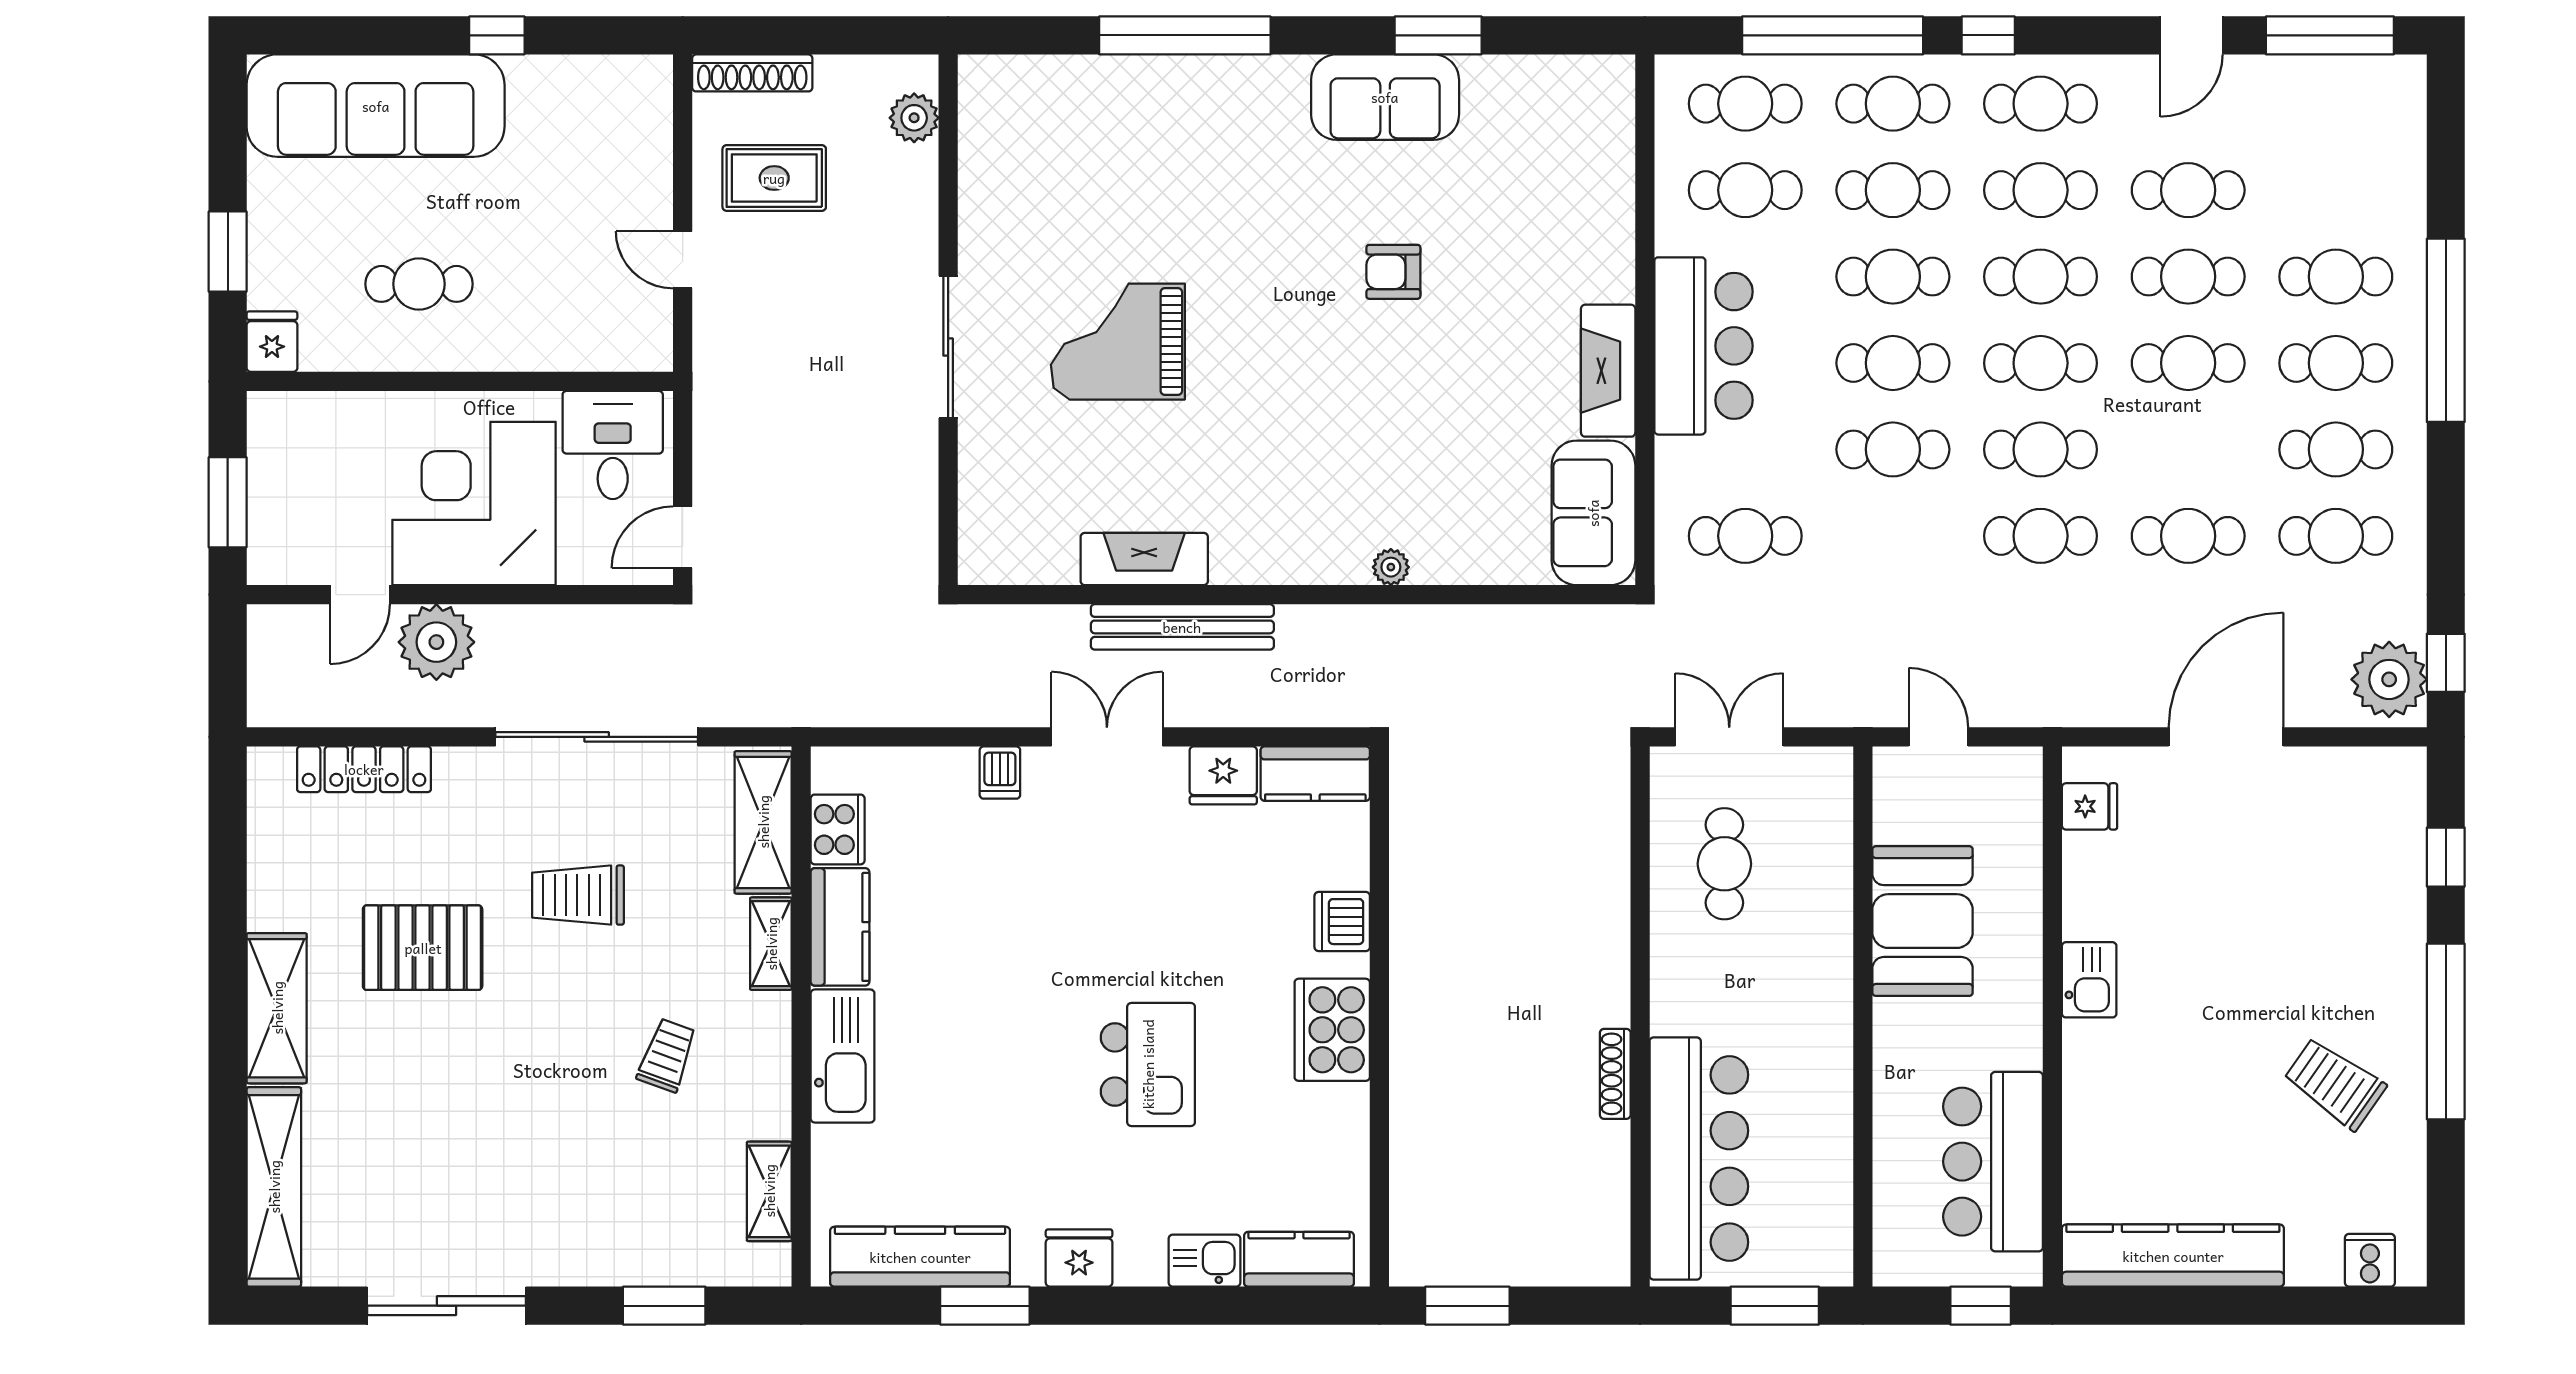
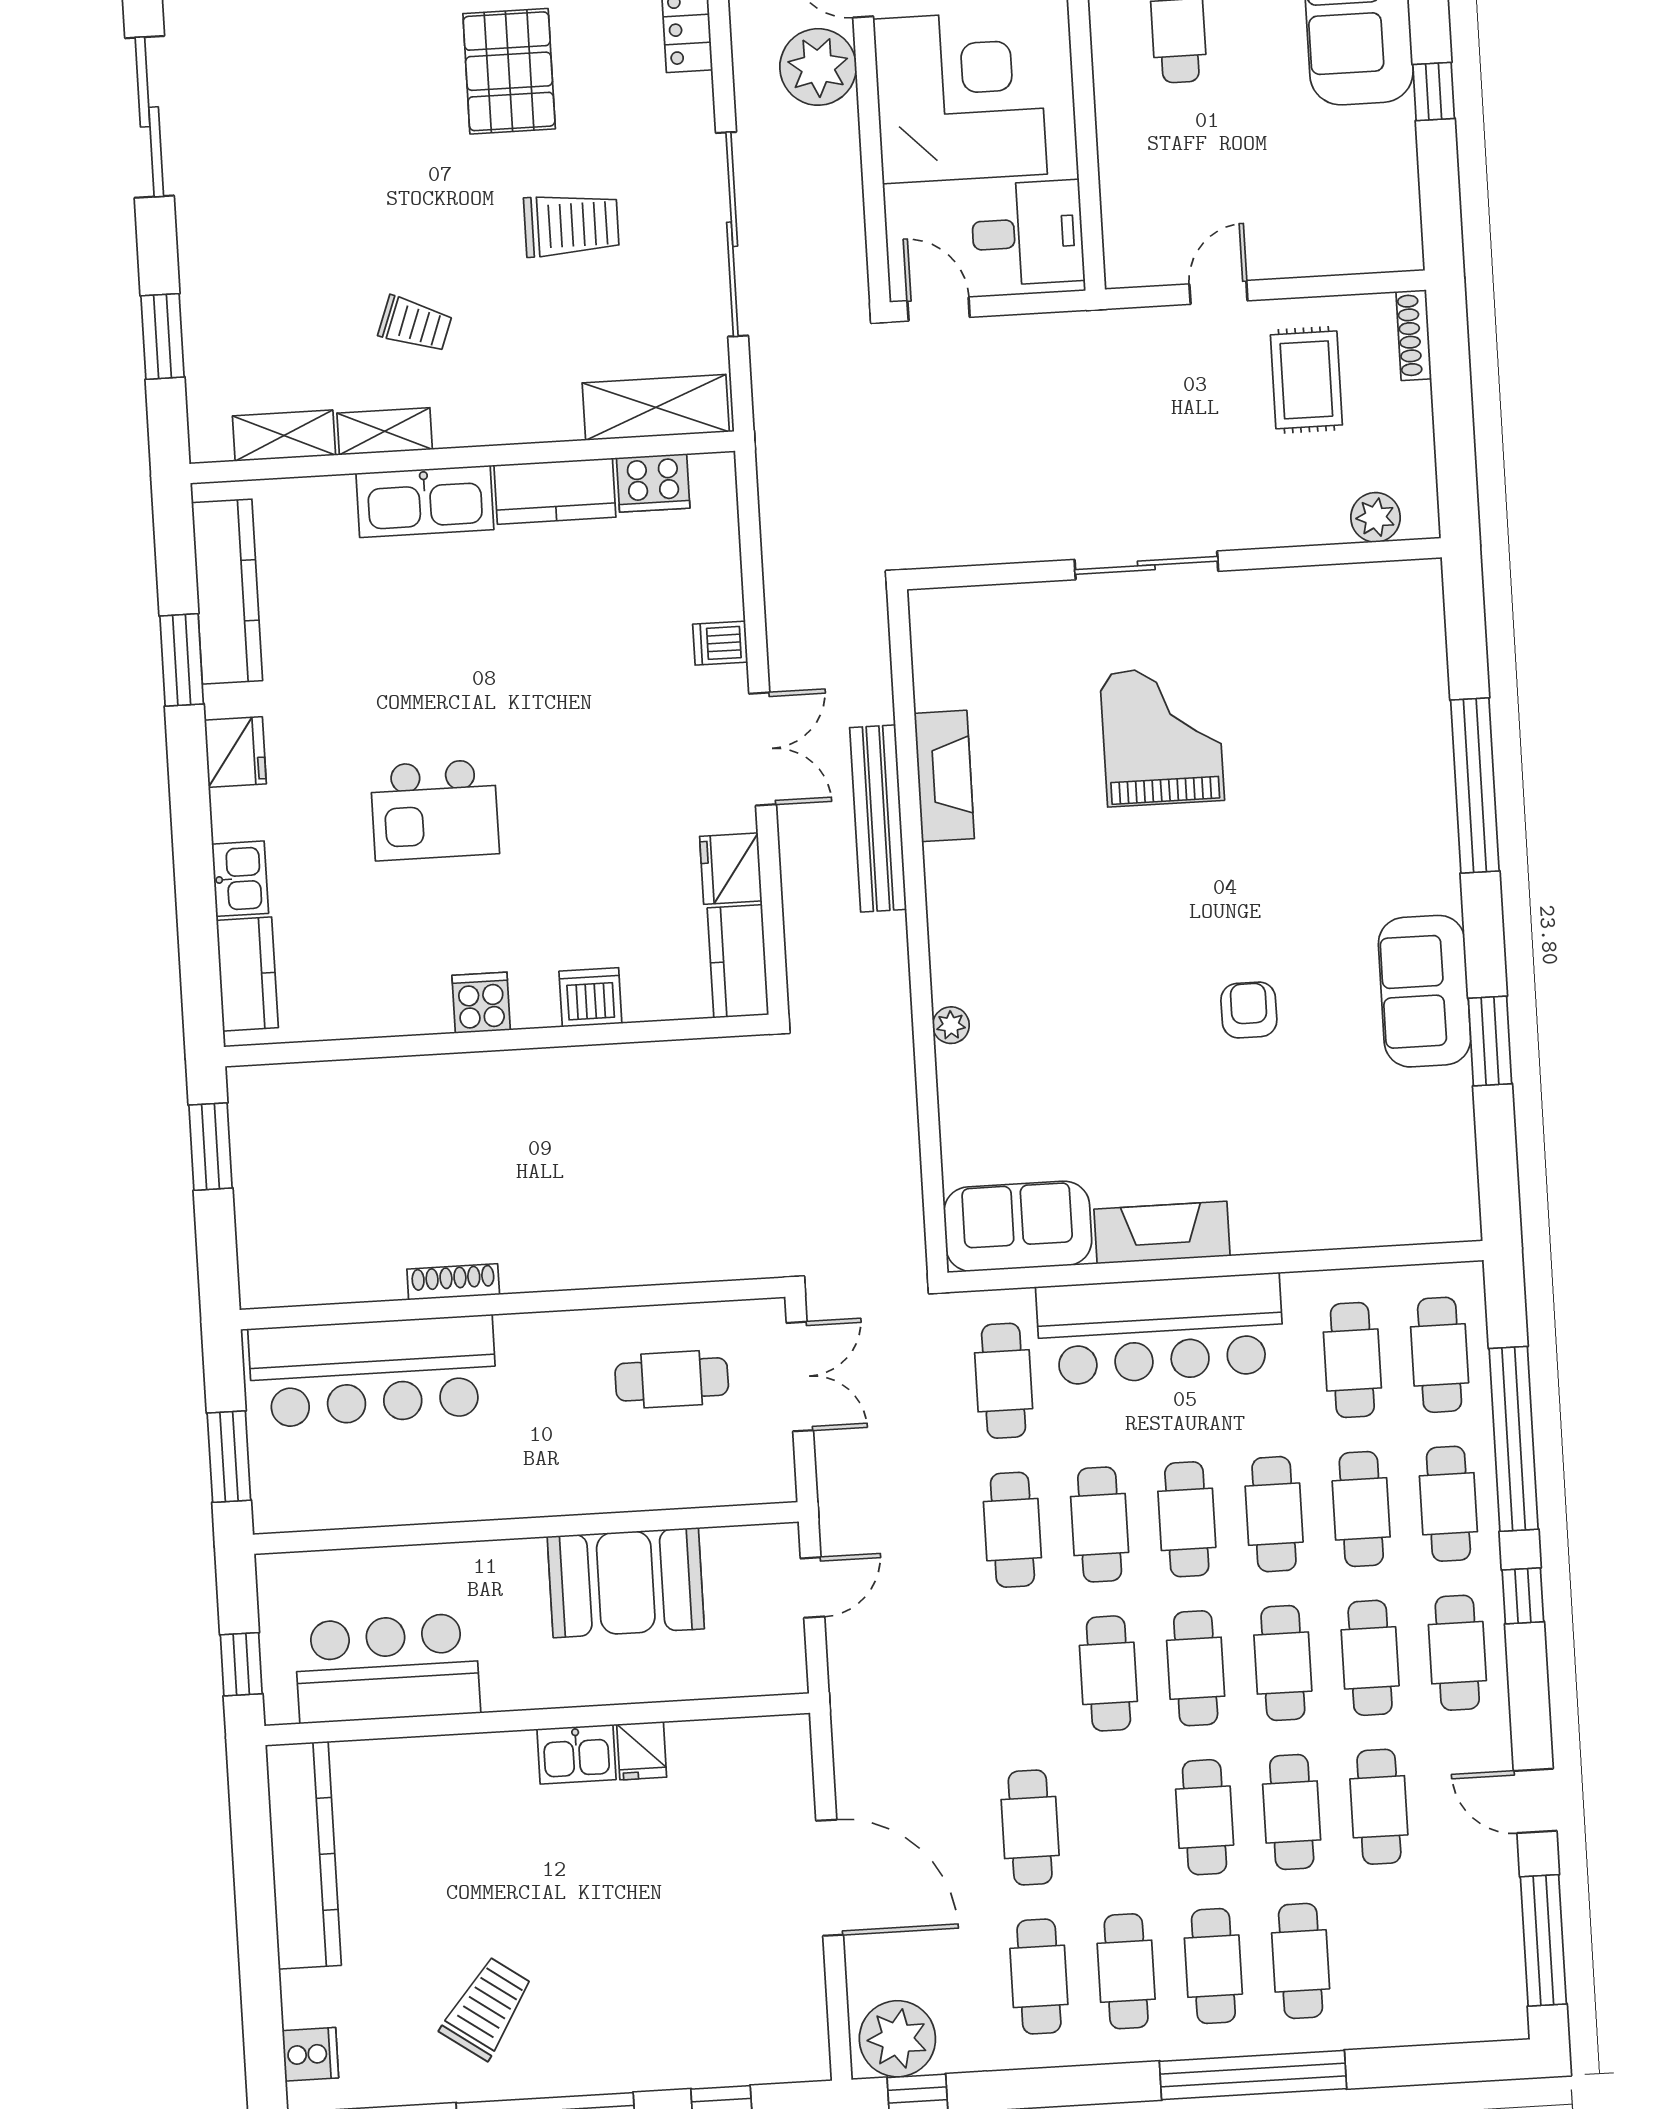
shoe rack: (752, 73) -> (1414, 335), width x0.74, depth x0.81
bar counter: (1703, 346) -> (1160, 1329), width x1.36
cafe table: (2041, 536) -> (1012, 1530), moved
fridge: (2089, 806) -> (642, 1751), moved
trolley: (578, 895) -> (571, 225), turned 90
shelving: (771, 944) -> (385, 431), moved
cooker: (1332, 1030) -> (481, 1003), width x0.53, depth x0.76

